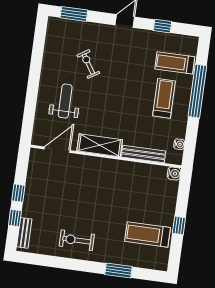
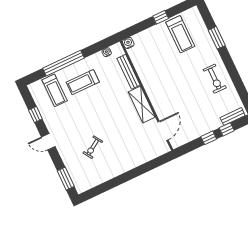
weight bench: (65, 101) -> (127, 147), removed
door: (57, 150) -> (163, 131), swing flipped

